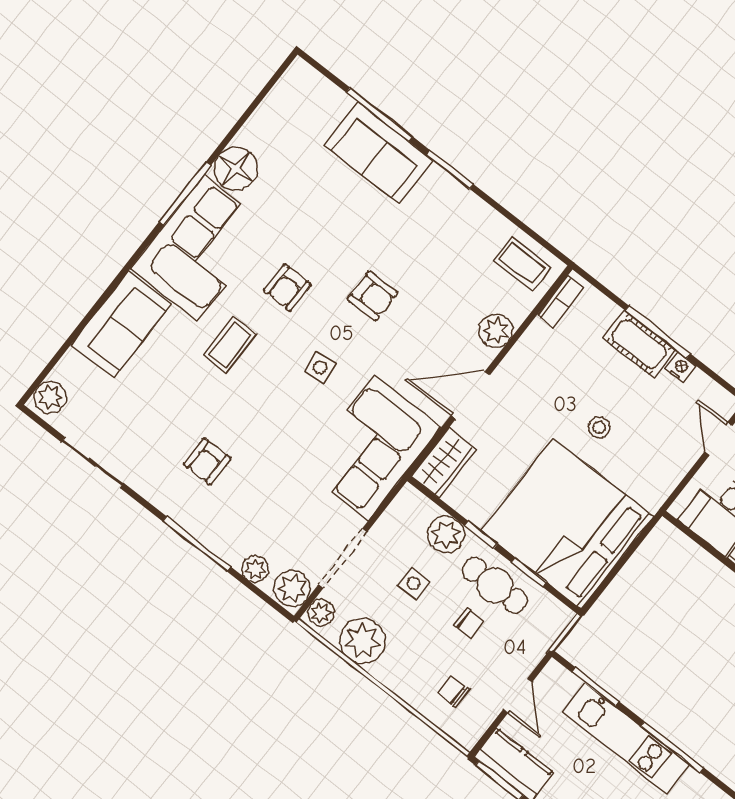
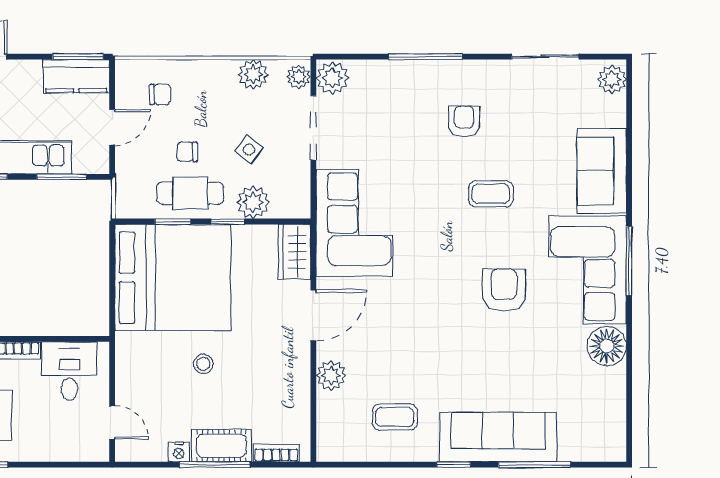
sofa: (379, 153) -> (498, 437), width x1.36
window: (450, 170) -> (454, 465), width x0.67
window: (185, 194) -> (629, 261), moved
coffee table: (522, 264) -> (395, 417), moved
armchair: (287, 287) -> (504, 290), width x1.38, depth x1.38
armchair: (372, 296) -> (438, 331), removed
bookcase: (560, 301) -> (276, 453), moved, turned 90
coffee table: (230, 345) -> (491, 194), moved, turned 90
side table: (320, 367) -> (436, 251), removed
plant: (255, 569) -> (370, 71), removed
side table: (414, 583) -> (249, 150), turned 37
plant: (363, 641) -> (253, 74), width x0.73, depth x0.73
door: (518, 696) -> (112, 127), swing flipped

